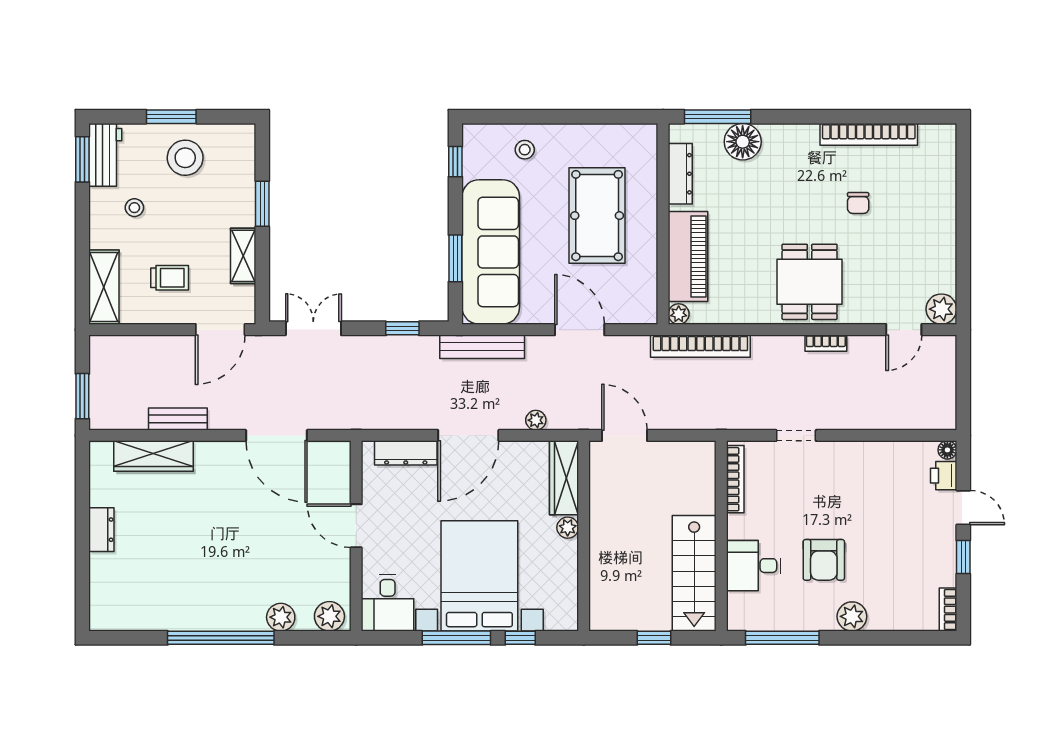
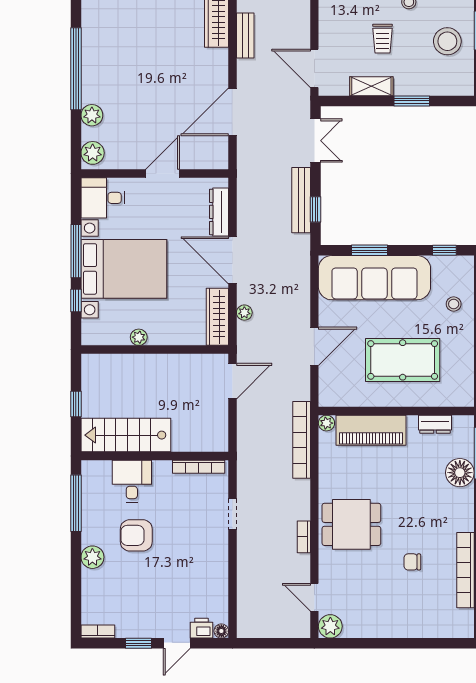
dresser: (680, 174) -> (435, 424), width x0.70
trolley: (170, 278) -> (382, 39), moved
bench: (482, 347) -> (301, 200), moved
wardrobe: (564, 478) -> (217, 317), moved, turned -90
plant: (568, 528) -> (139, 337), moved

